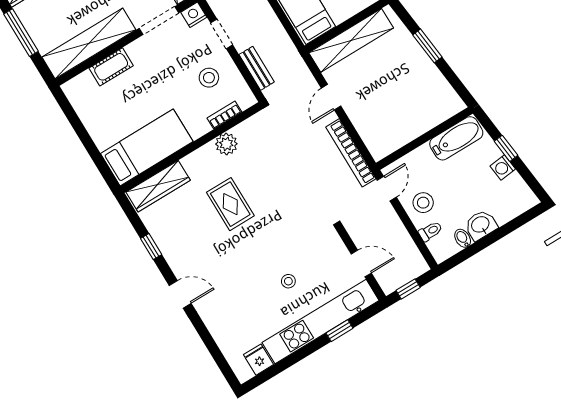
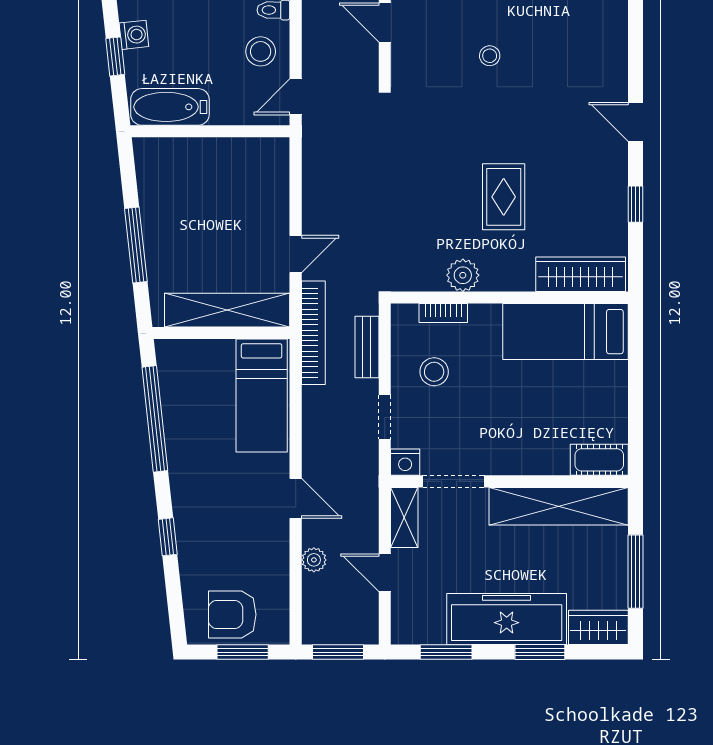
window: (427, 46) -> (136, 245), width x1.44
cot: (111, 67) -> (599, 460), moved
bookcase: (351, 153) -> (313, 333), moved

